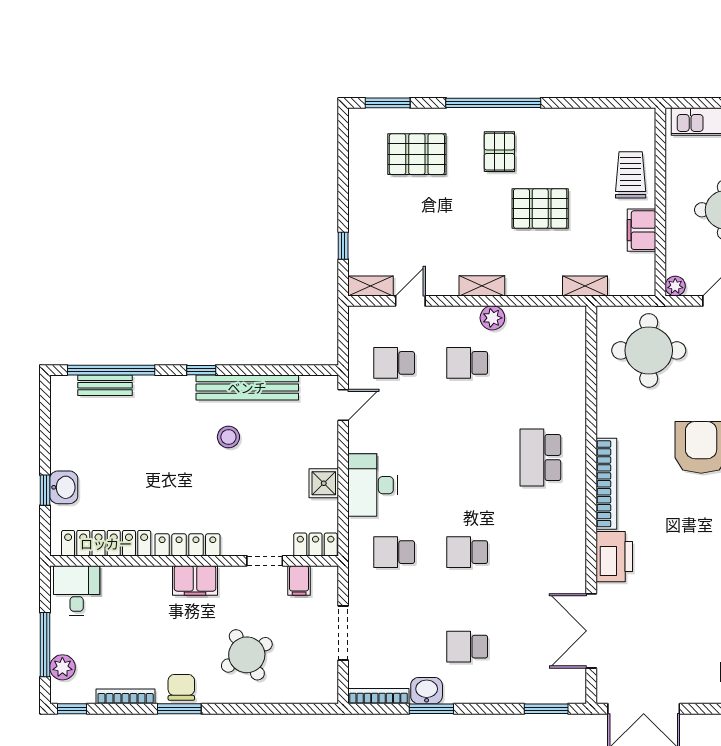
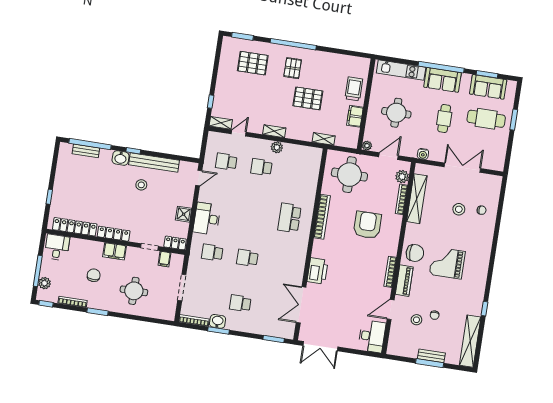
bookcase: (606, 484) -> (322, 217), moved
washbasin: (64, 487) -> (121, 158), moved, turned 90
round table: (247, 655) -> (134, 291), turned 30
chair: (181, 687) -> (94, 275), moved

